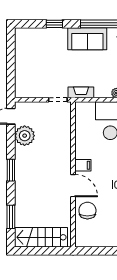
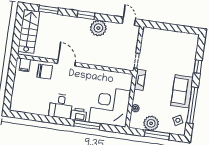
plant: (25, 136) -> (98, 28), moved
filing cabinet: (83, 165) -> (25, 65), moved
door: (73, 186) -> (66, 63), swing flipped

